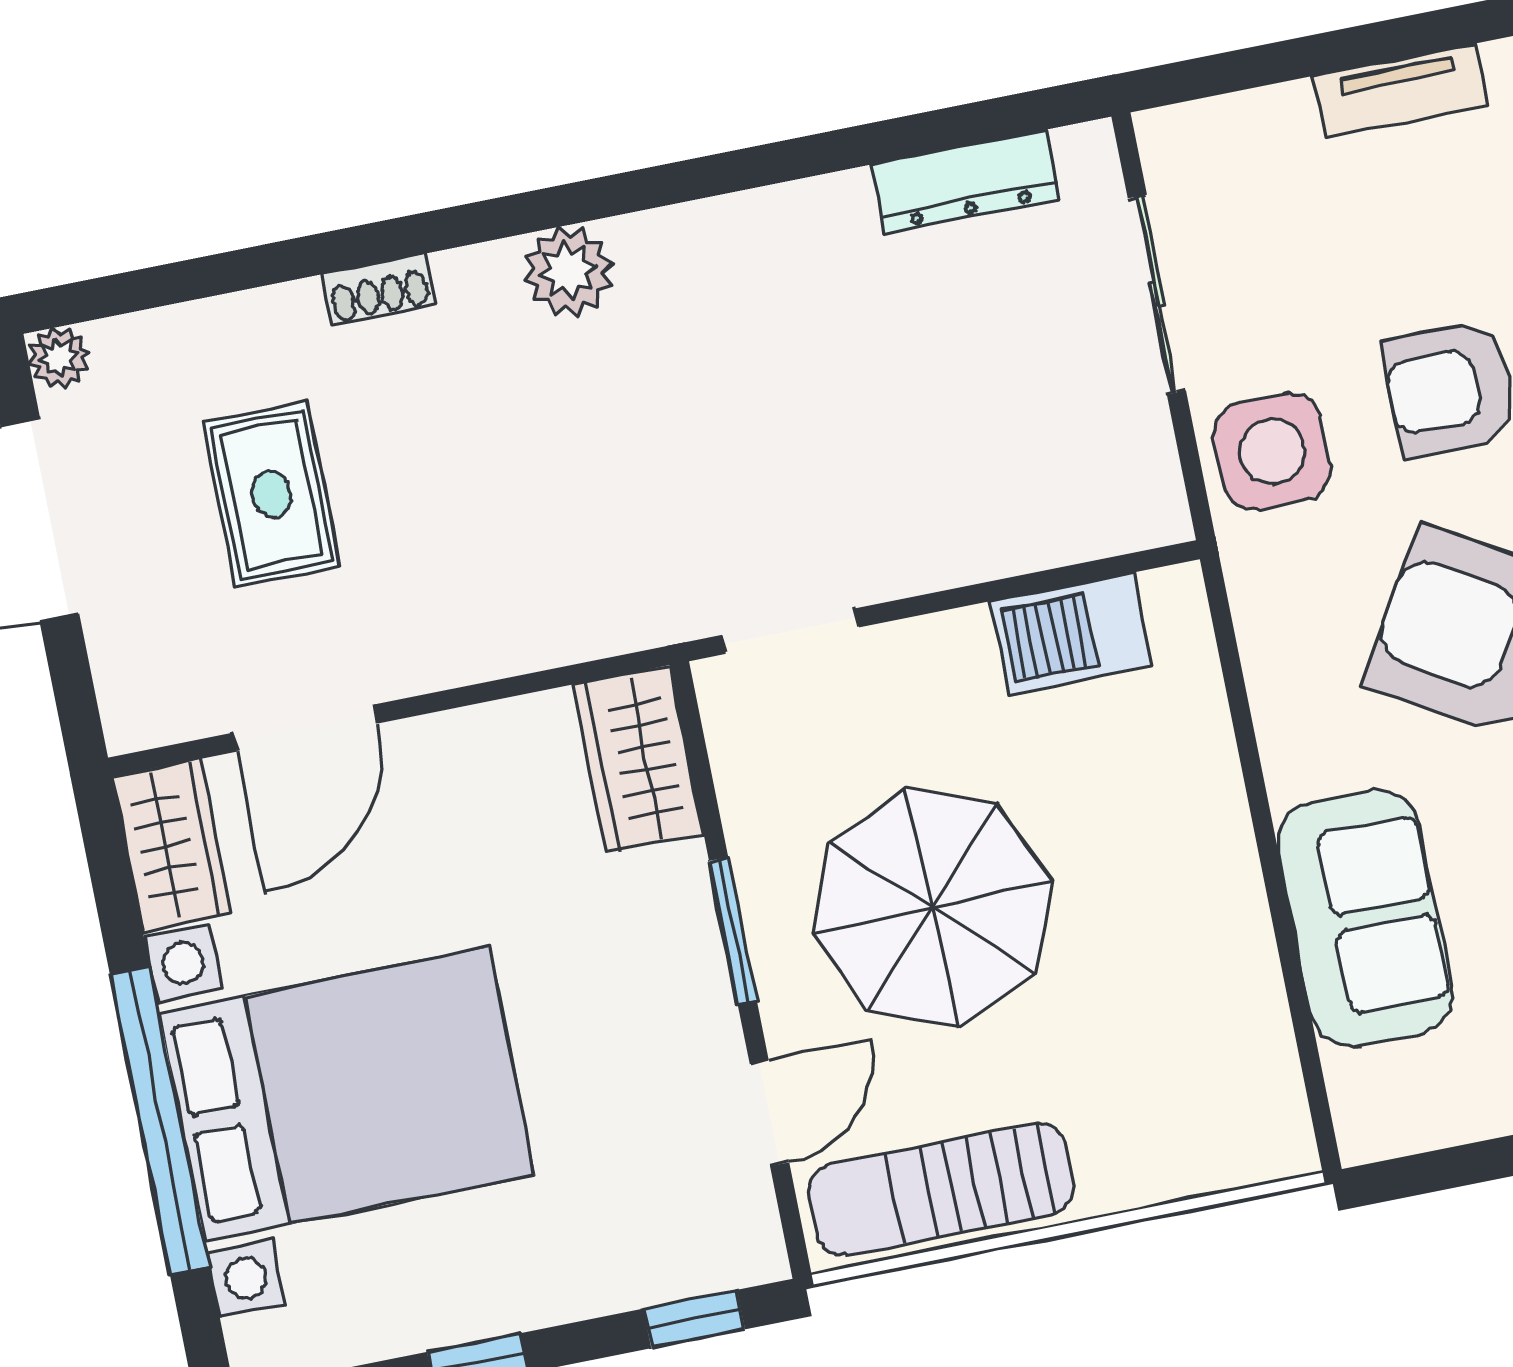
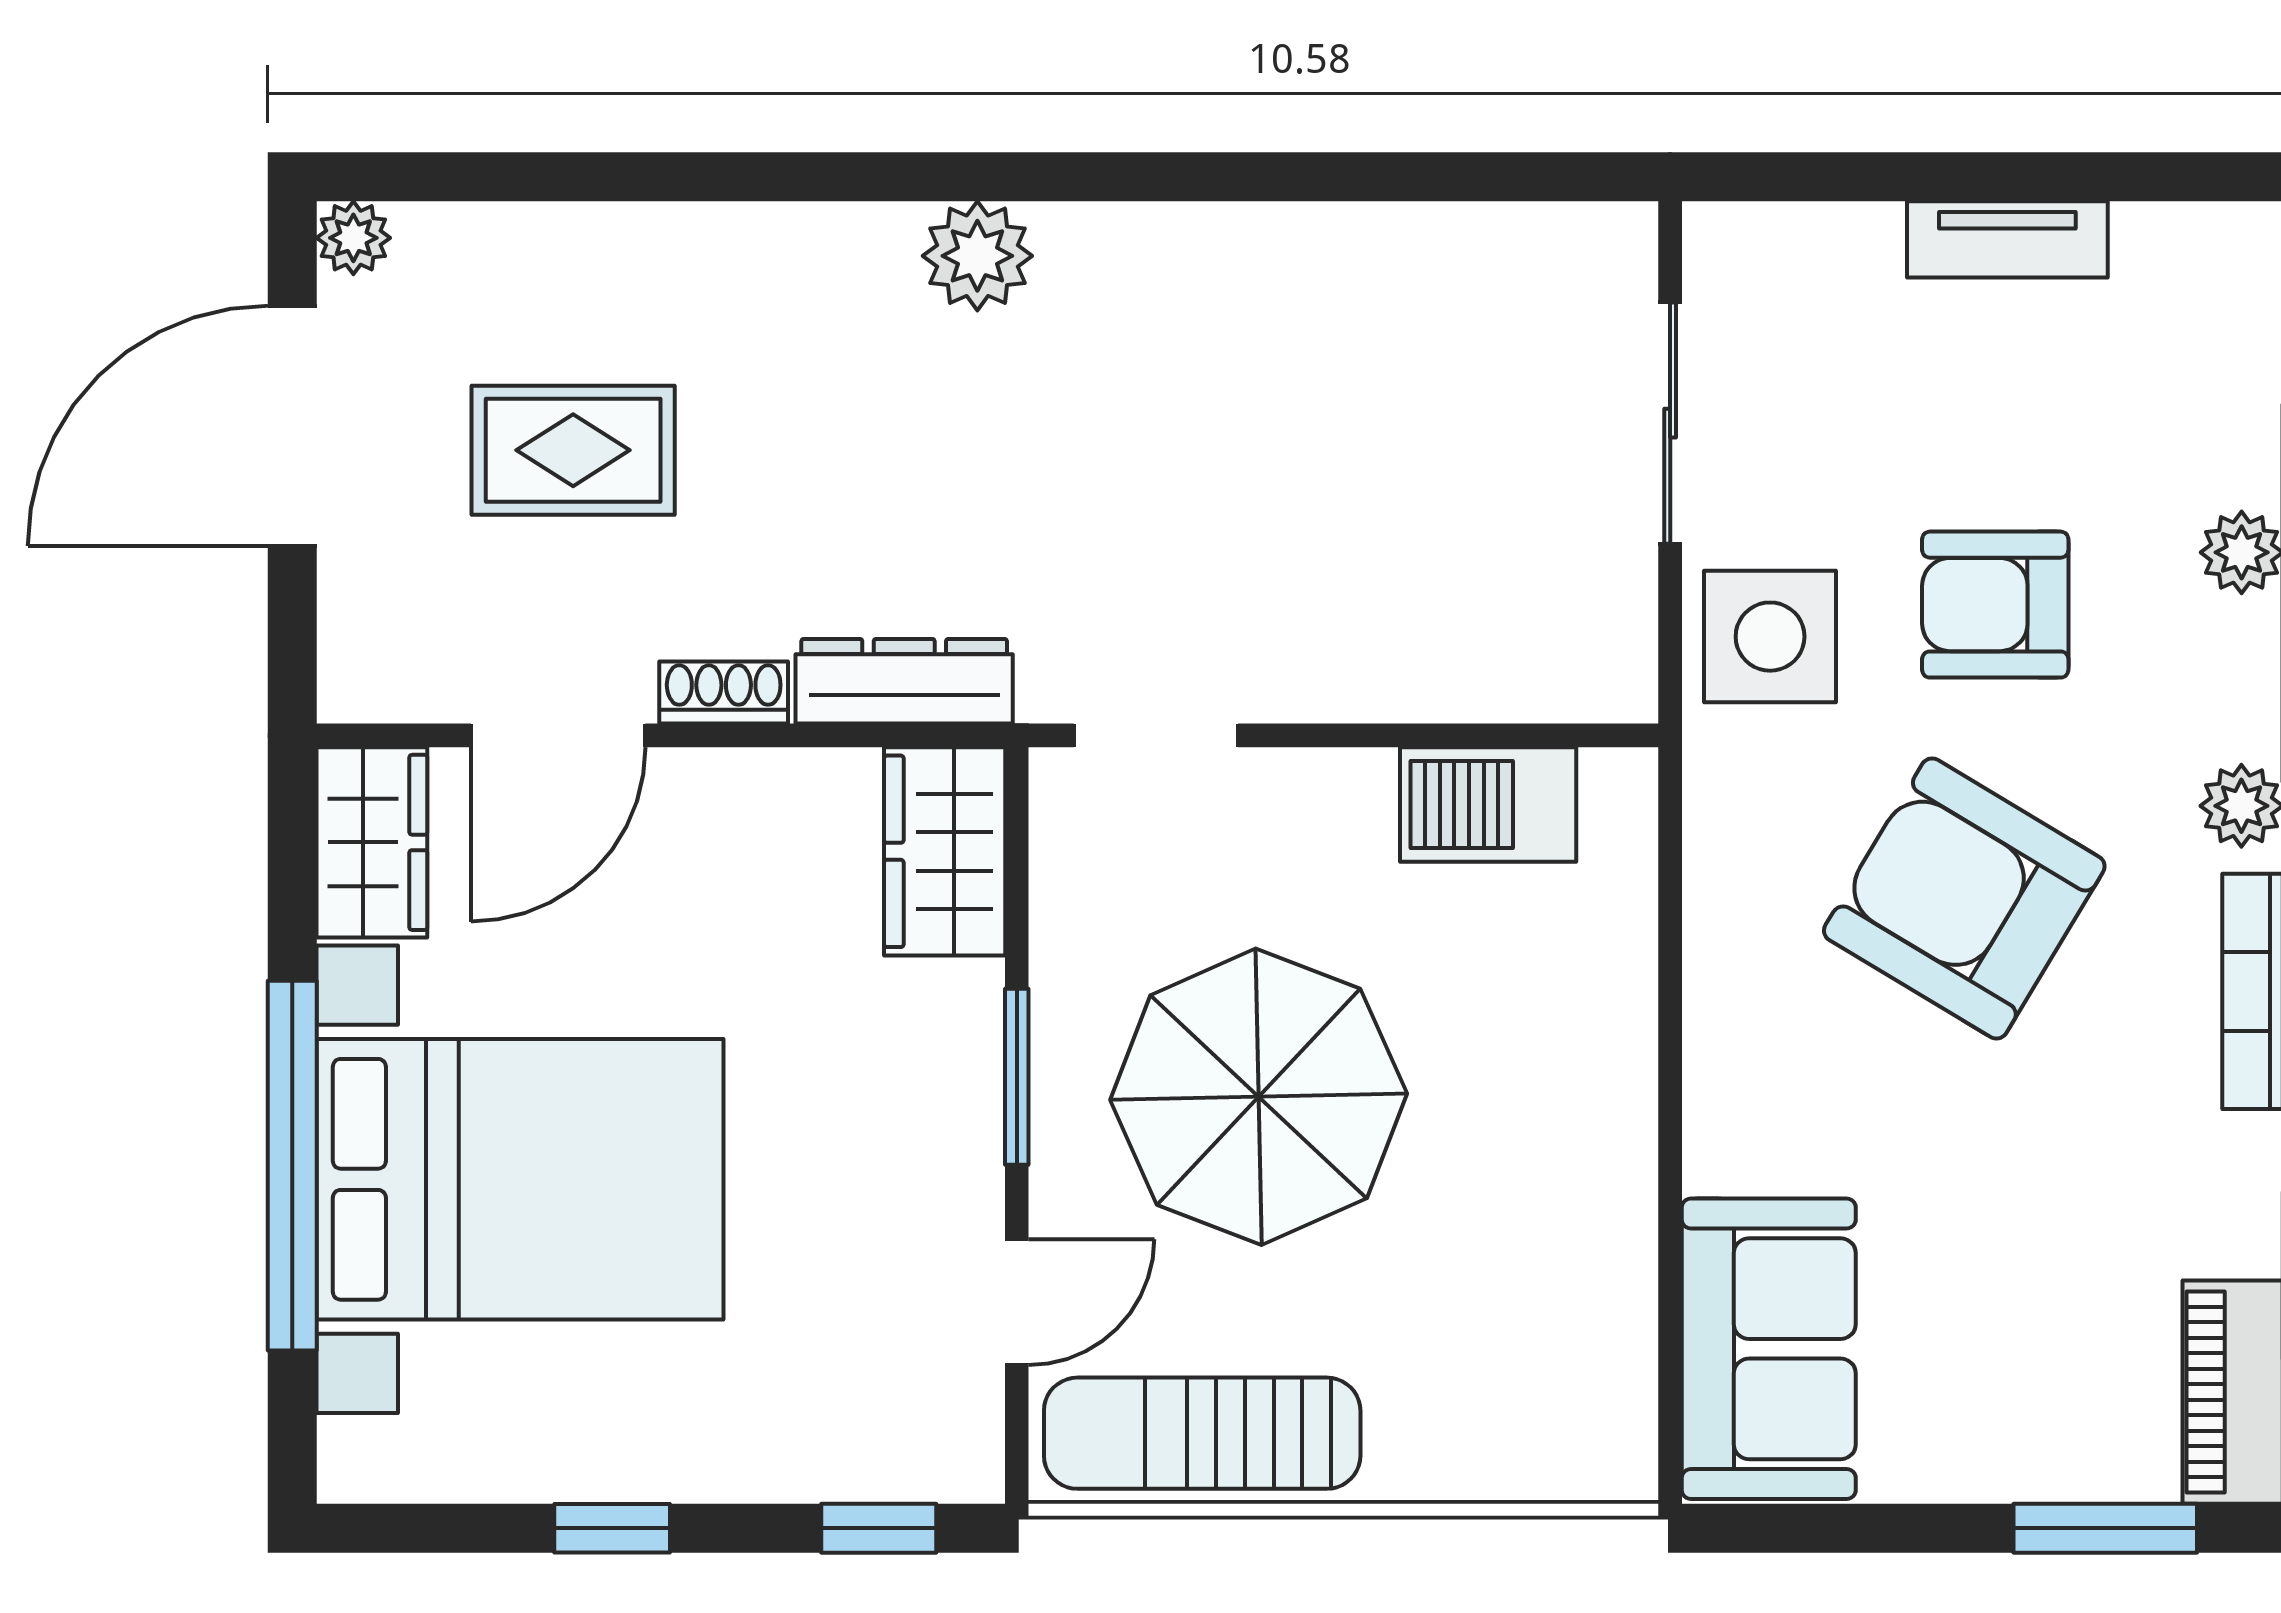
dresser: (965, 181) -> (904, 681), moved, turned 180
shoe rack: (379, 289) -> (724, 693), moved, turned 180
rug: (272, 494) -> (573, 450), turned 90
sofa: (1365, 918) -> (1769, 1349), moved

